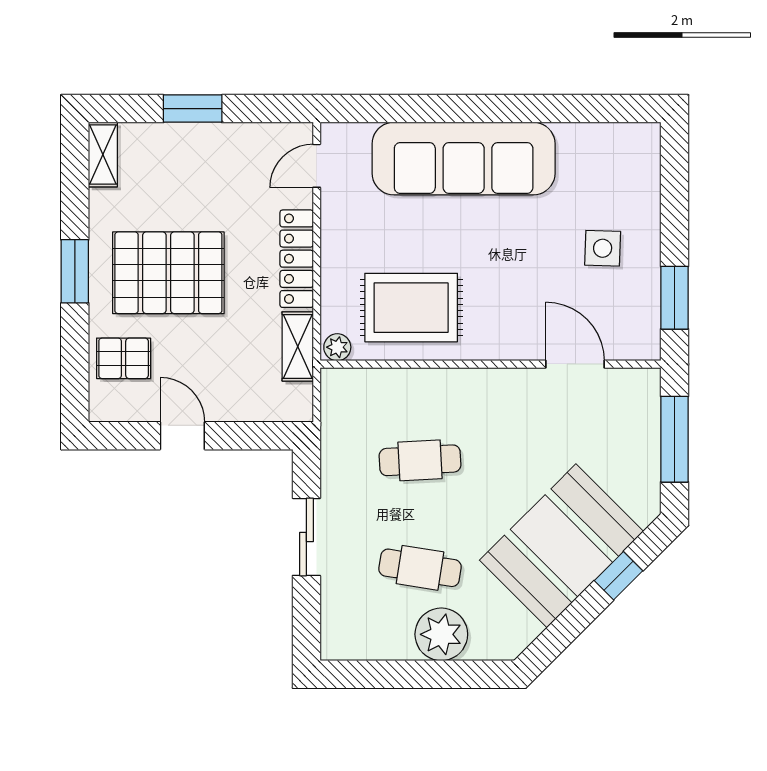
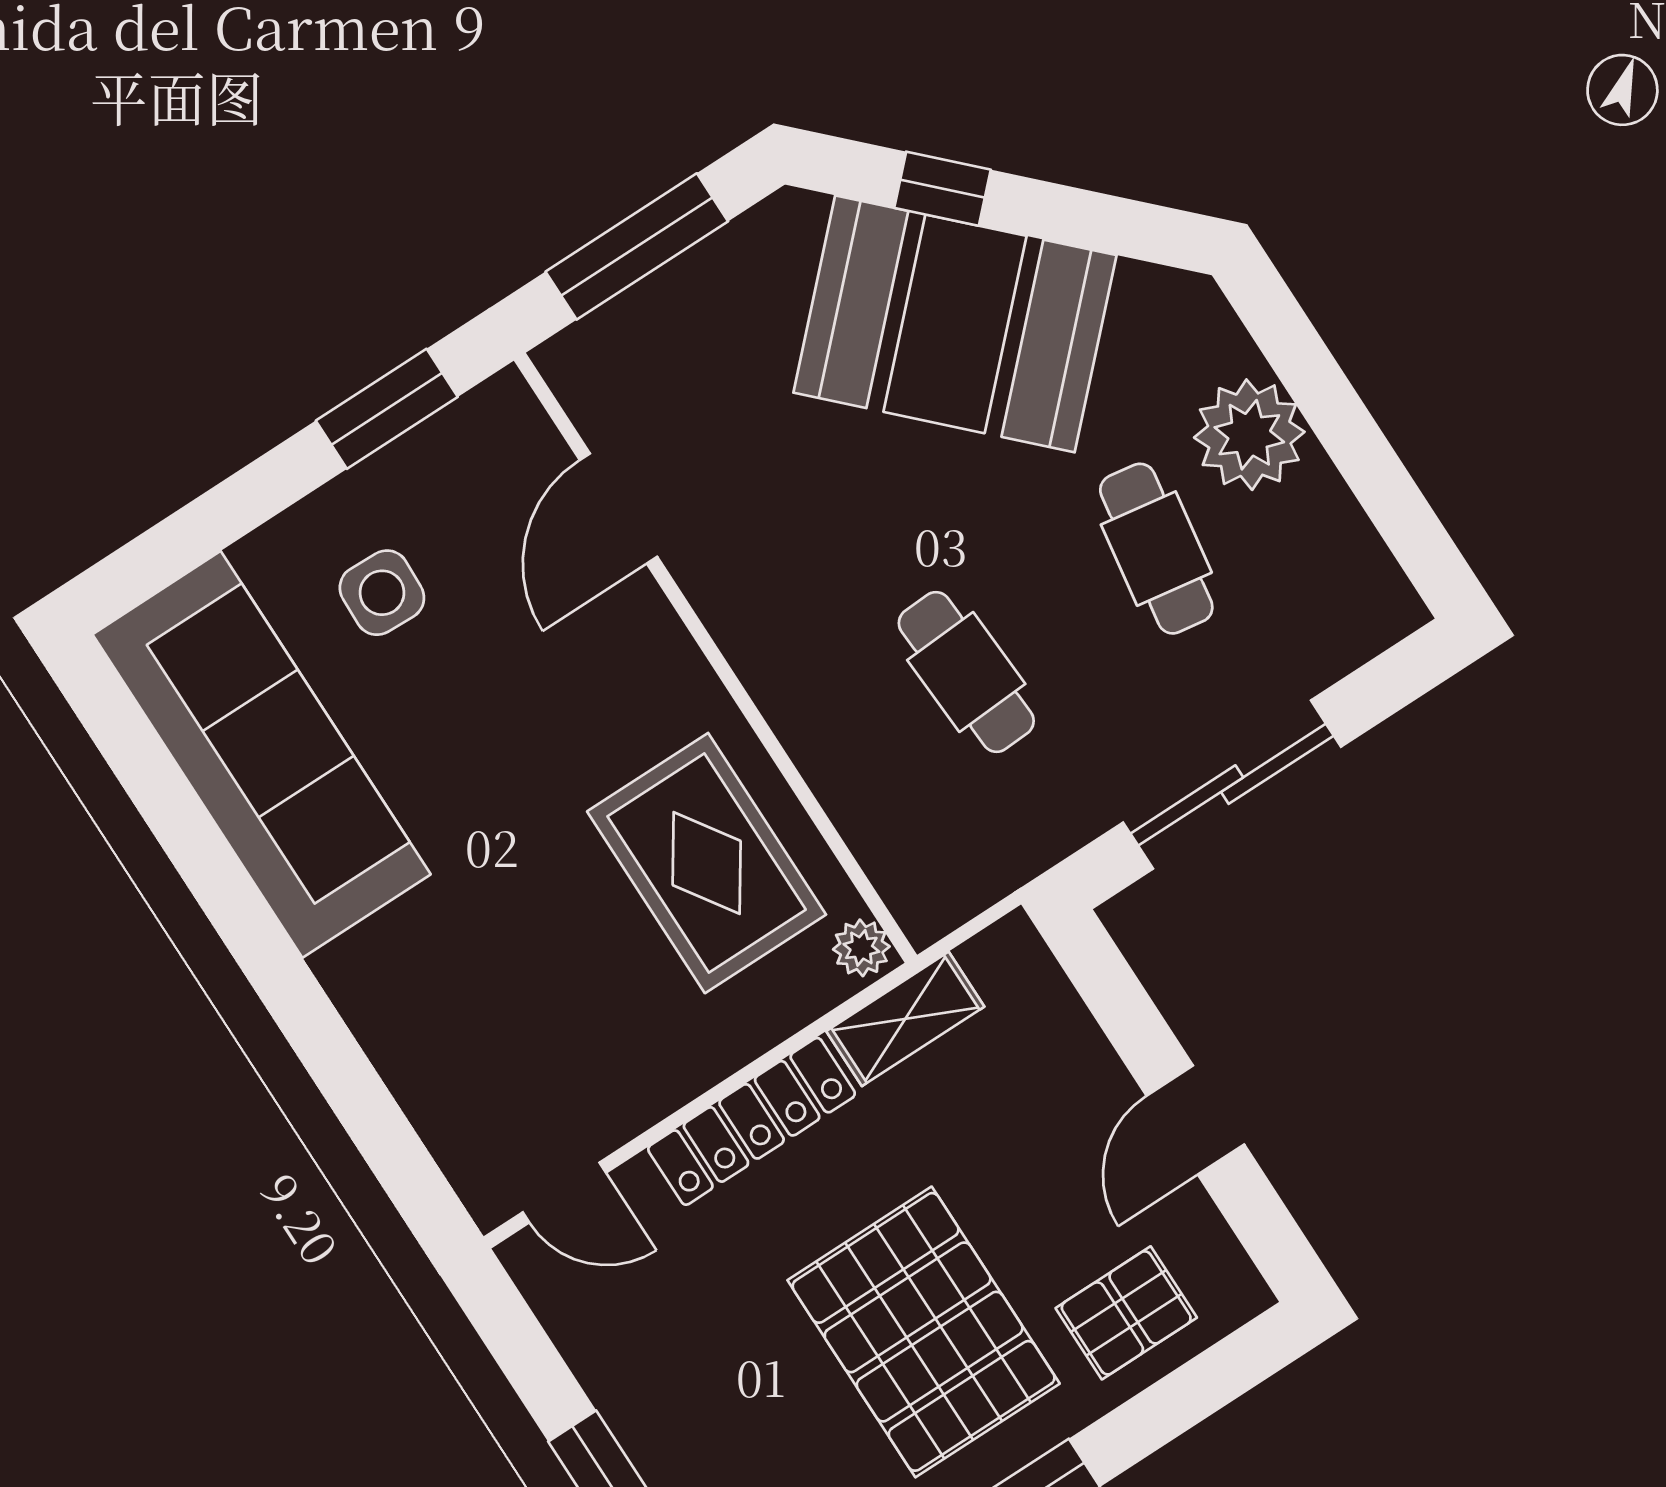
sofa: (464, 159) -> (262, 754), moved
pallet: (124, 358) -> (1126, 1313), turned 90
sliding door: (306, 537) -> (1232, 785), width x1.37

